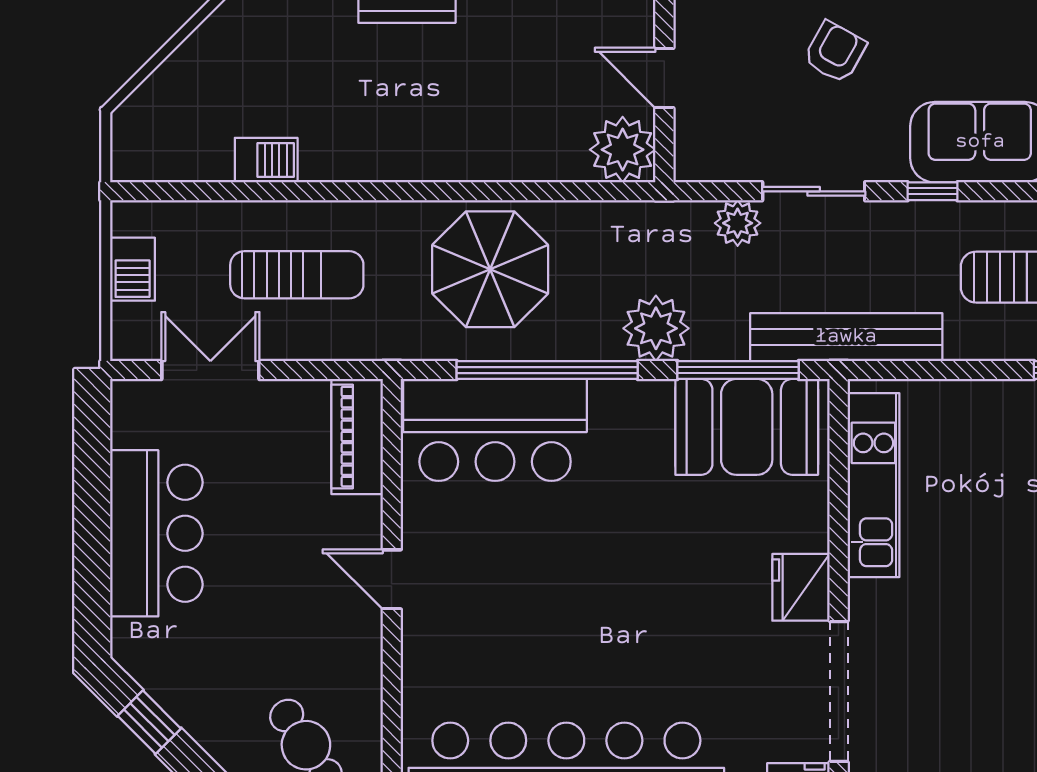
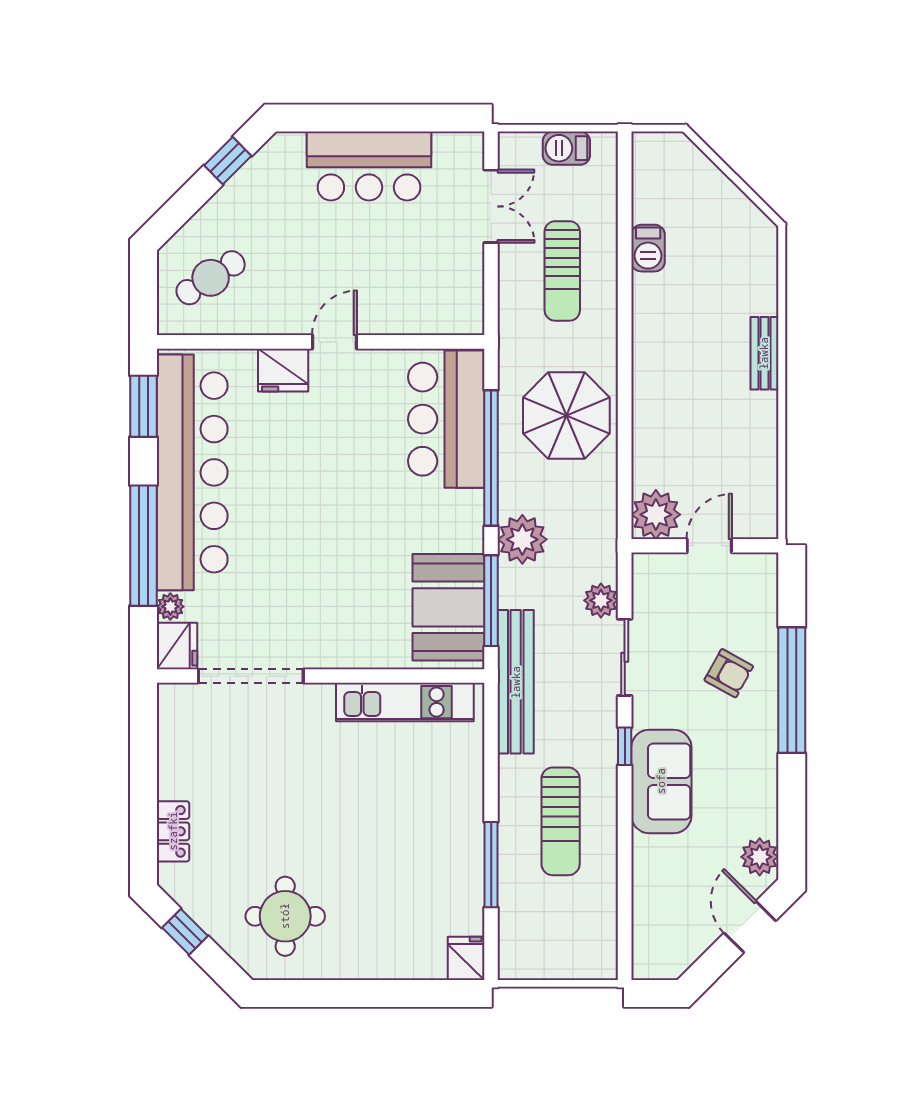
piano: (357, 437) -> (441, 316), removed
fridge: (801, 587) -> (283, 370), moved, turned 180

